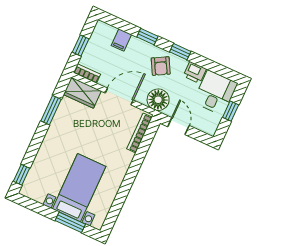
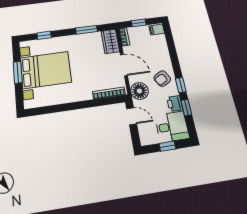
window: (147, 37) -> (186, 108), moved
filing cabinet: (121, 40) -> (157, 30), moved
door: (178, 126) -> (131, 116), hinge flipped
window: (21, 175) -> (44, 35), moved
bed with nightstands: (79, 188) -> (46, 70), width x1.36
window: (70, 222) -> (18, 72), moved

